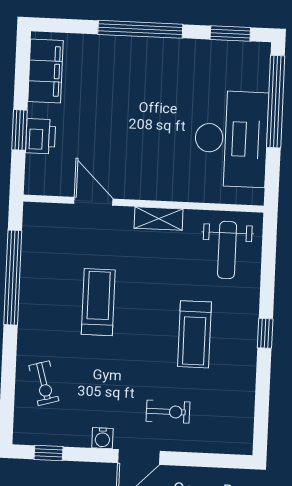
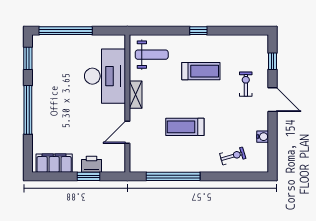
desk: (231, 139) -> (105, 76), moved, turned 90
water cooler: (102, 438) -> (263, 137), moved
window: (49, 453) -> (272, 61), moved

